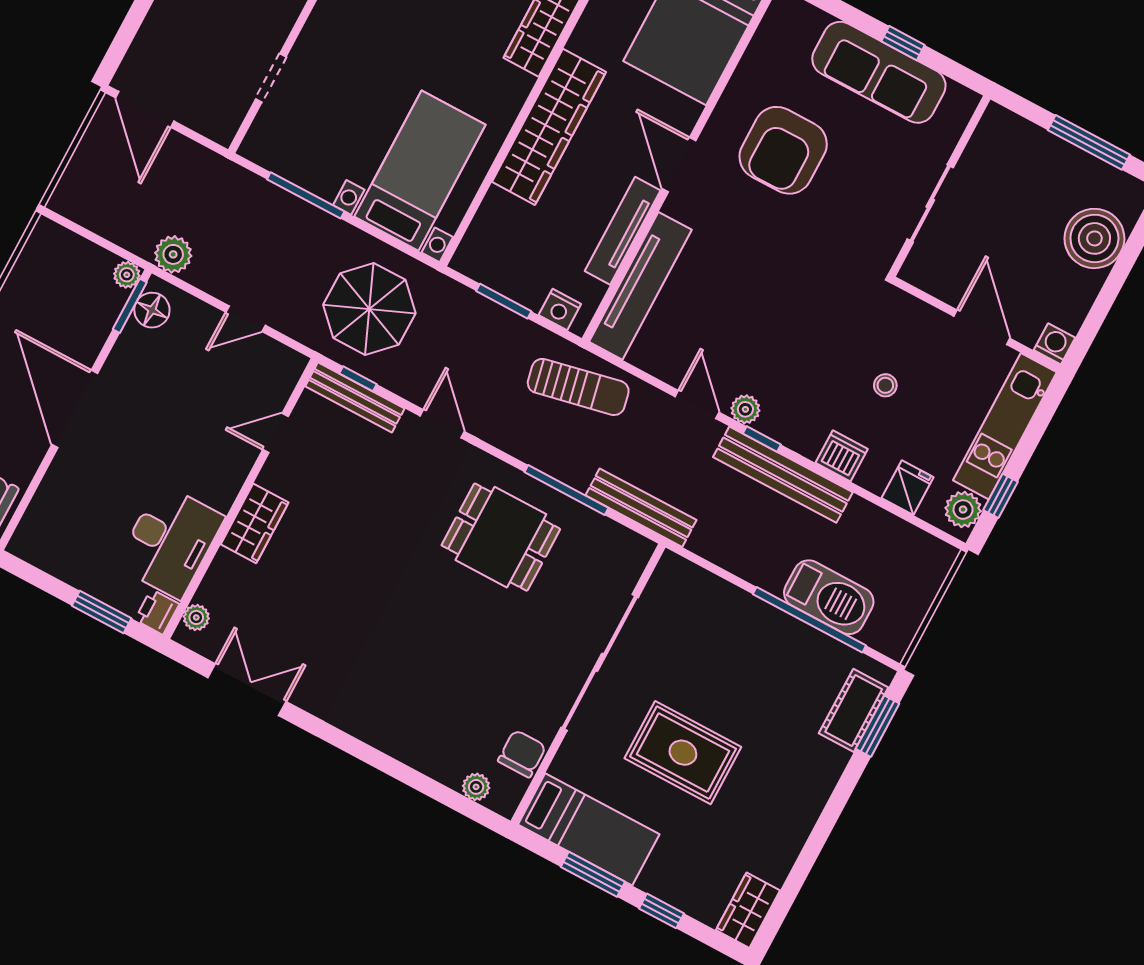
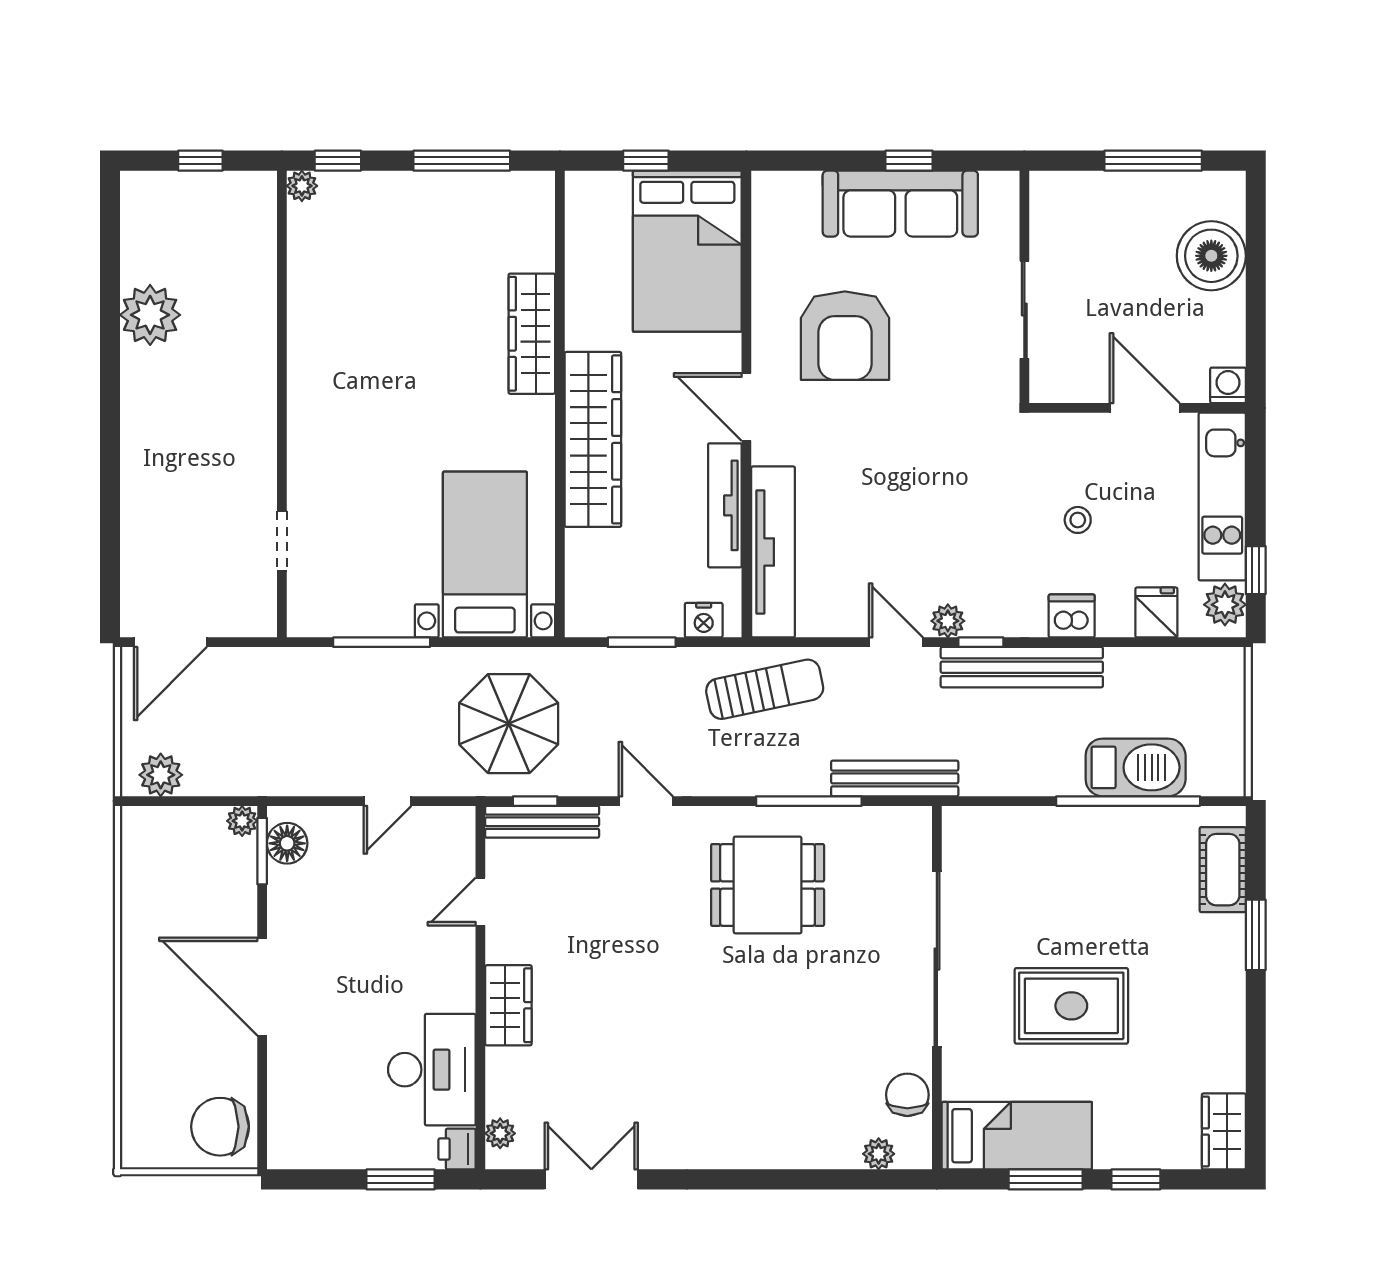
door: (145, 109) -> (170, 642), hinge flipped
plant: (173, 254) -> (161, 775), moved
window: (878, 726) -> (1256, 935), moved

